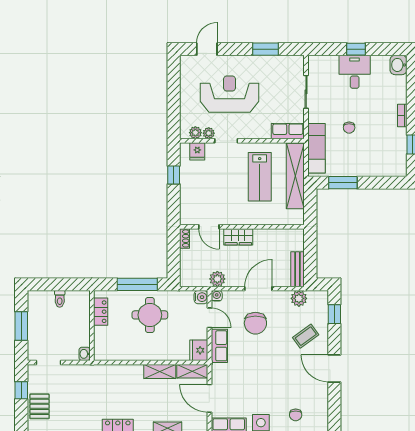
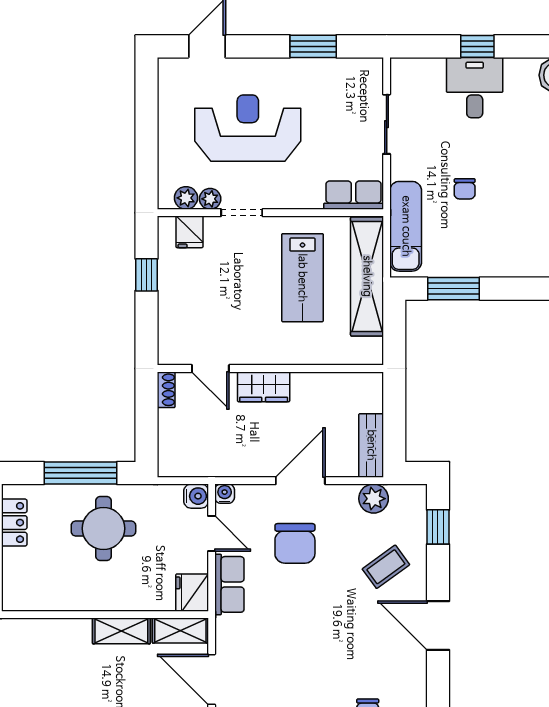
plant: (217, 279) -> (226, 463), removed

